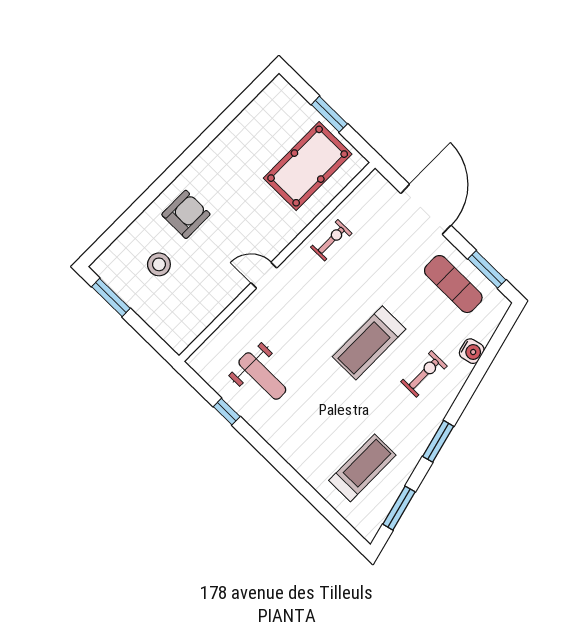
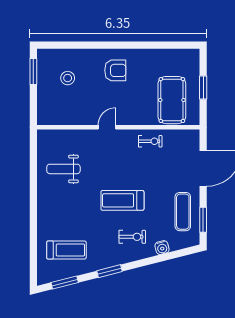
pool table: (308, 166) -> (172, 100), turned 90
armchair: (186, 214) -> (115, 70), moved
door: (264, 275) -> (107, 127), hinge flipped
weight bench: (262, 376) -> (63, 169), turned 90
window: (227, 412) -> (33, 169), removed

